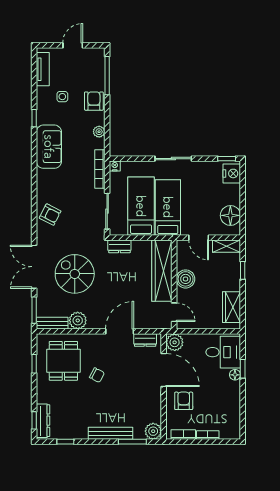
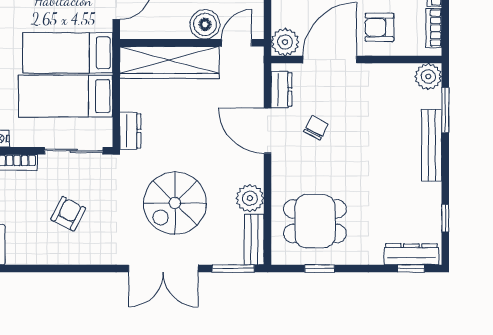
armchair: (50, 215) -> (68, 214), moved
boiler: (186, 279) -> (205, 24), moved
chair: (97, 375) -> (316, 128), moved

